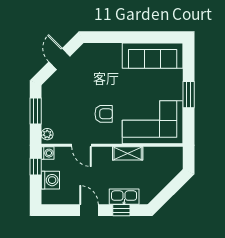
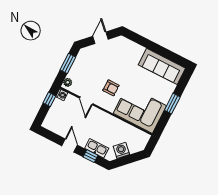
shelving: (128, 153) -> (113, 122), removed
washing machine: (50, 180) -> (121, 150), moved, turned -135

